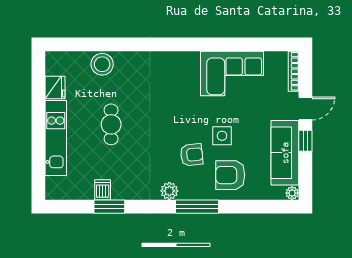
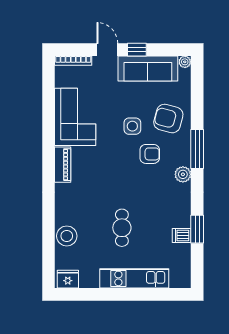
piano: (180, 60) -> (63, 165), added
fridge: (55, 87) -> (68, 279), moved
cafe table: (111, 124) -> (122, 228), turned 90
armchair: (192, 155) -> (150, 154), turned 96
armchair: (230, 175) -> (168, 119), turned 105

